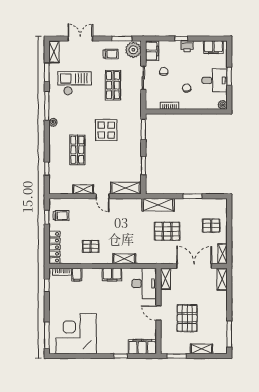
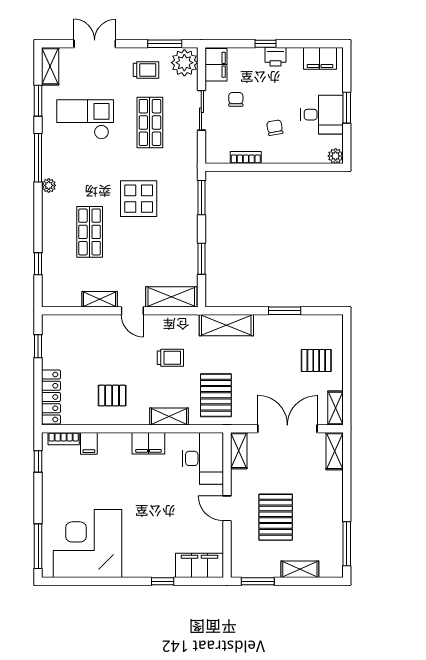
trolley: (61, 216) -> (170, 358), moved
pallet: (167, 231) -> (216, 395), moved, turned 90

